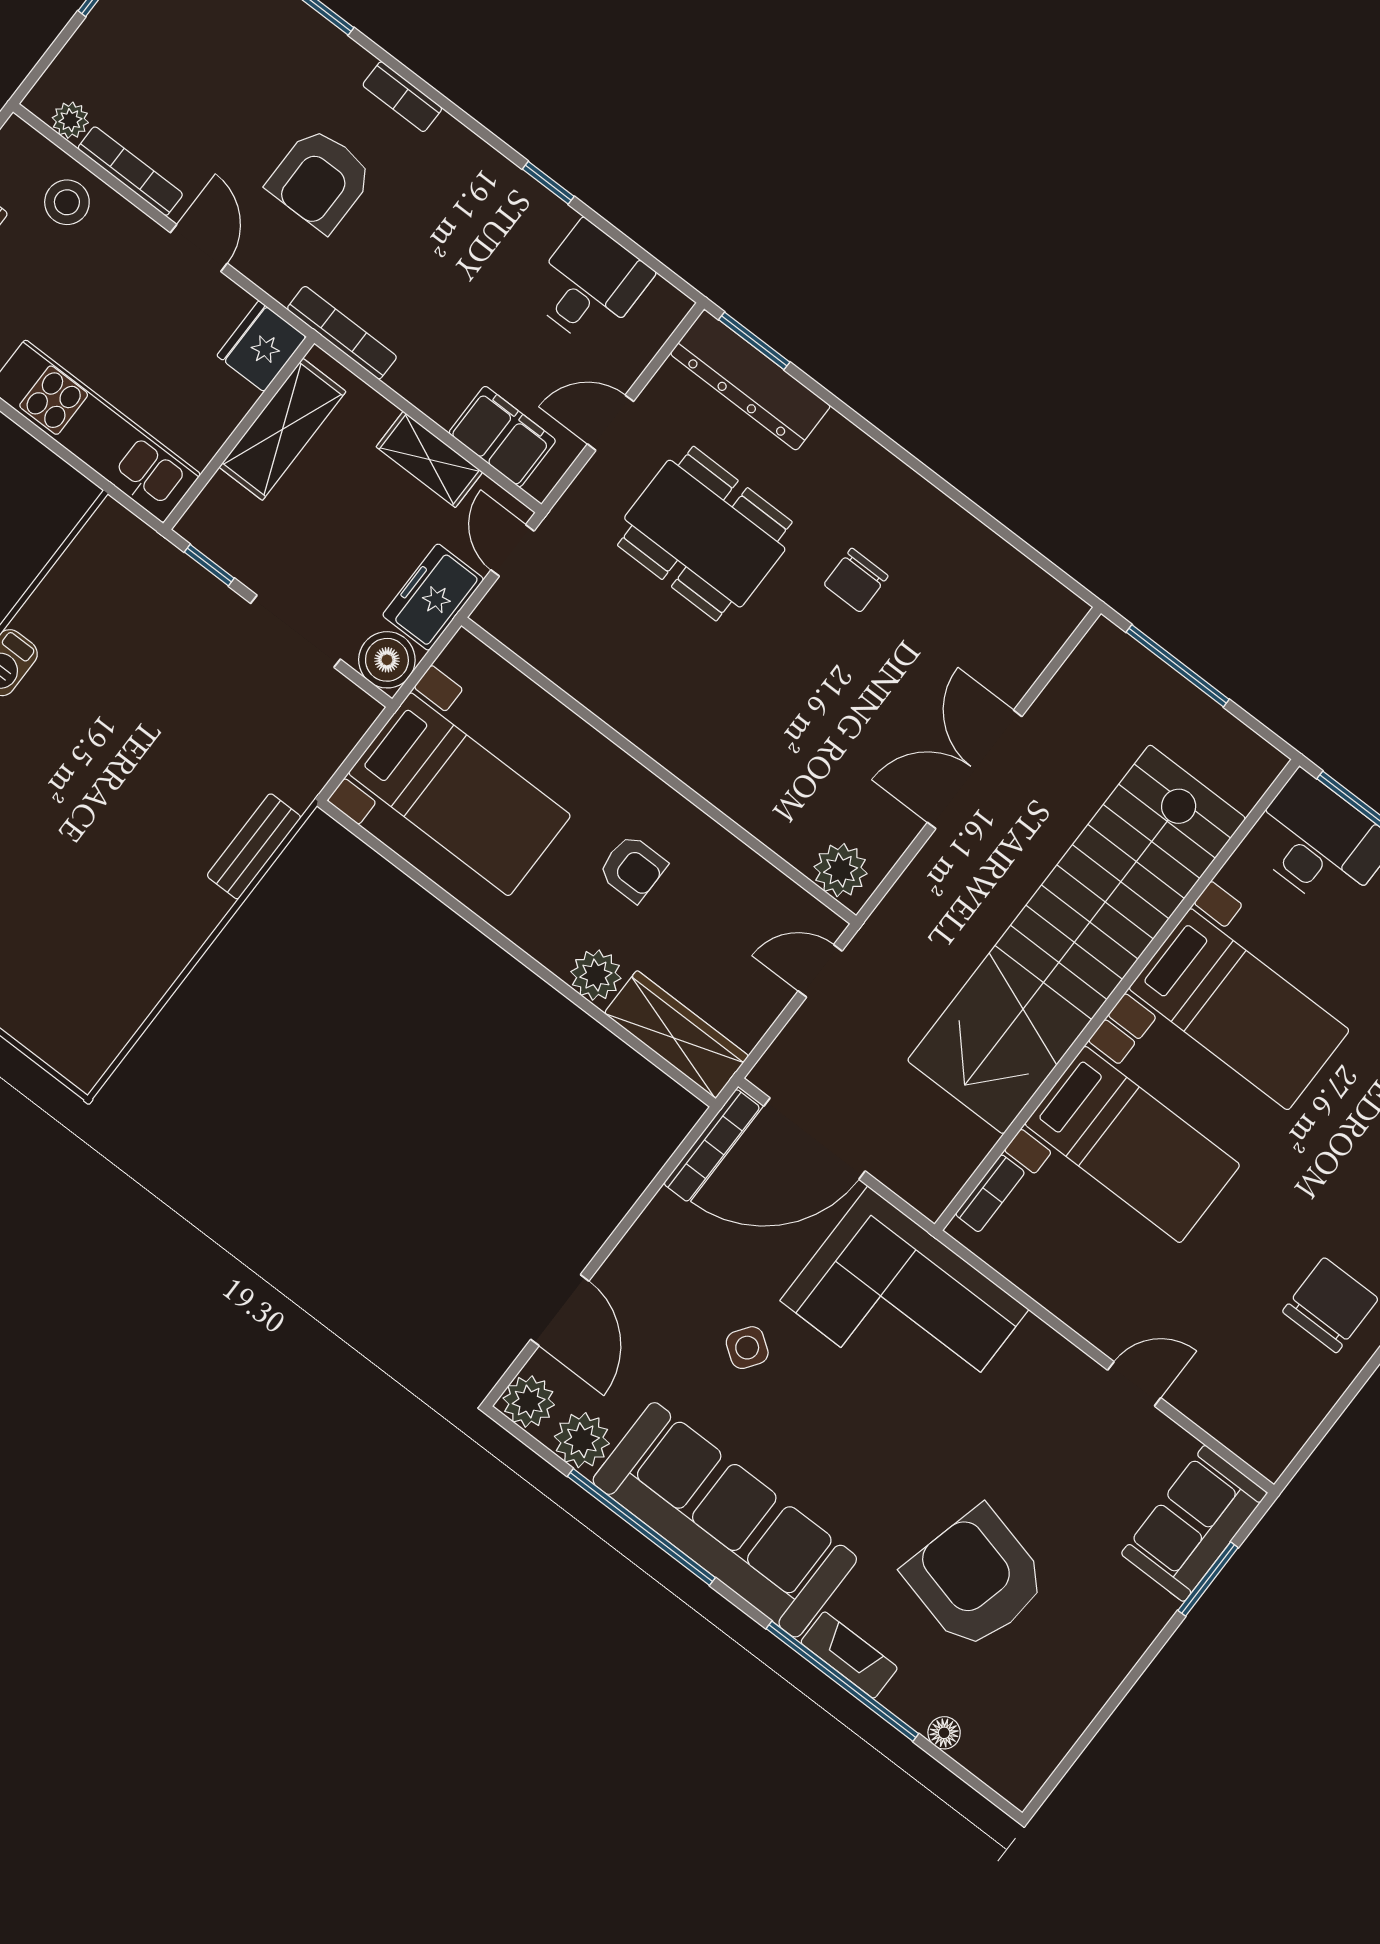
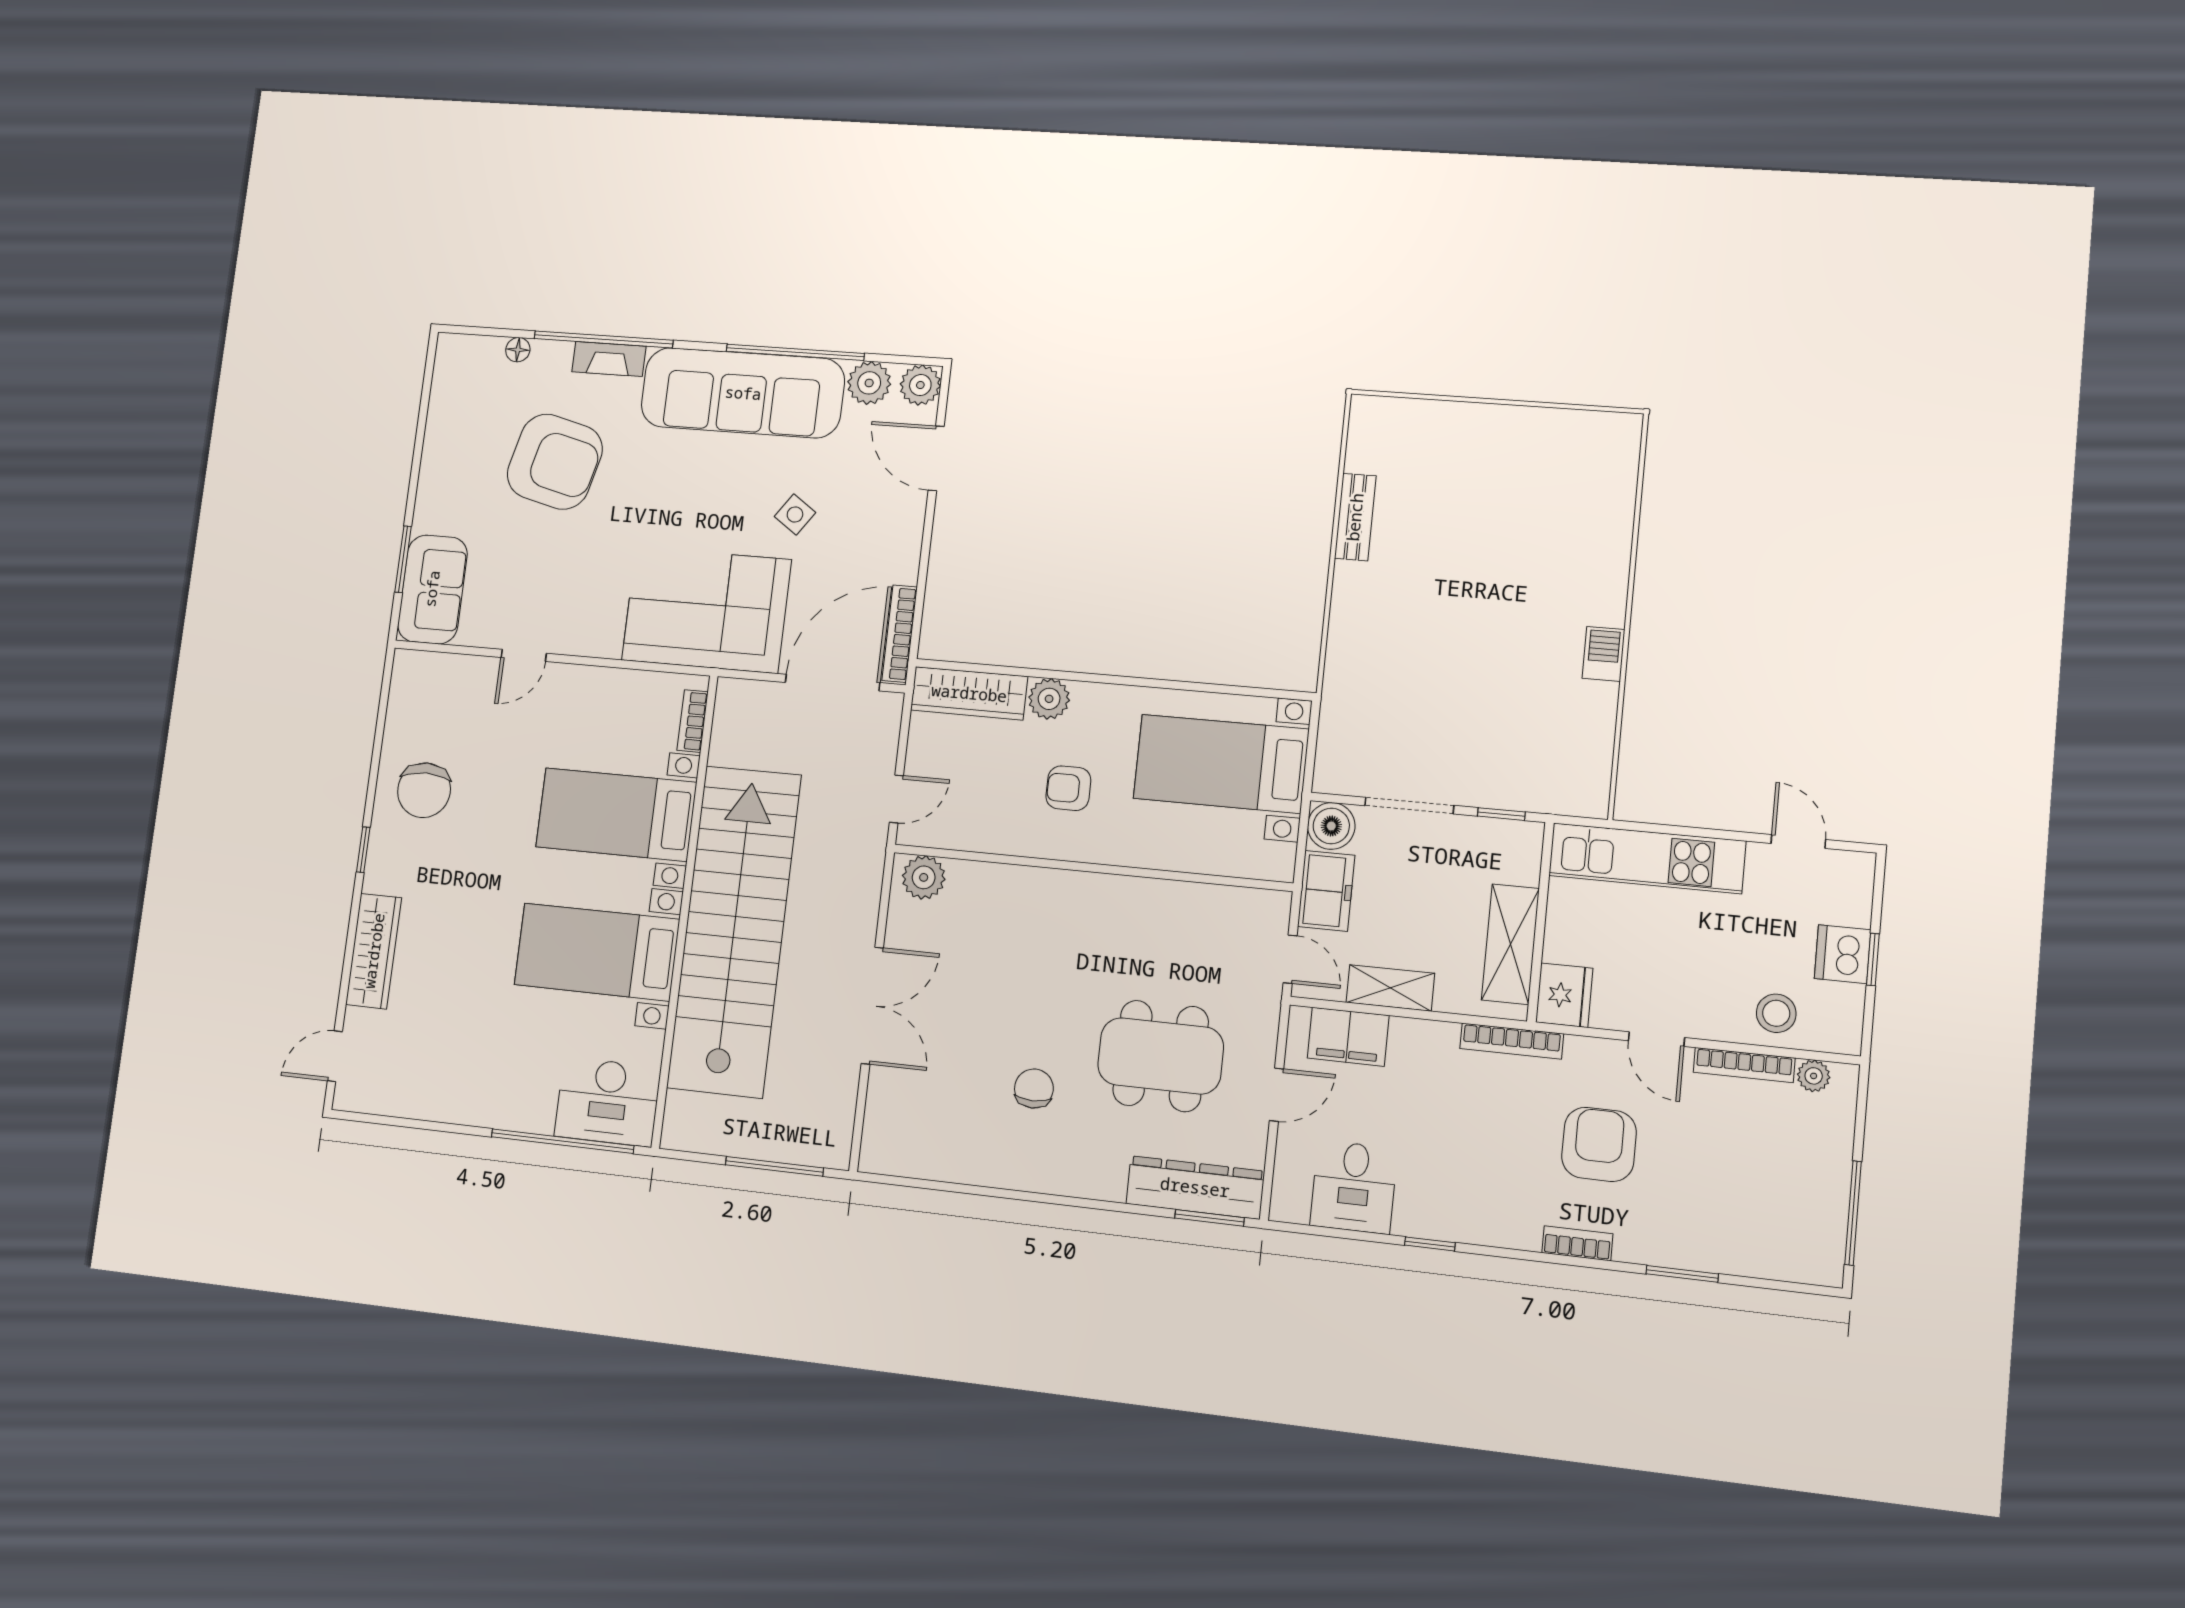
bench: (254, 846) -> (1355, 517), moved

